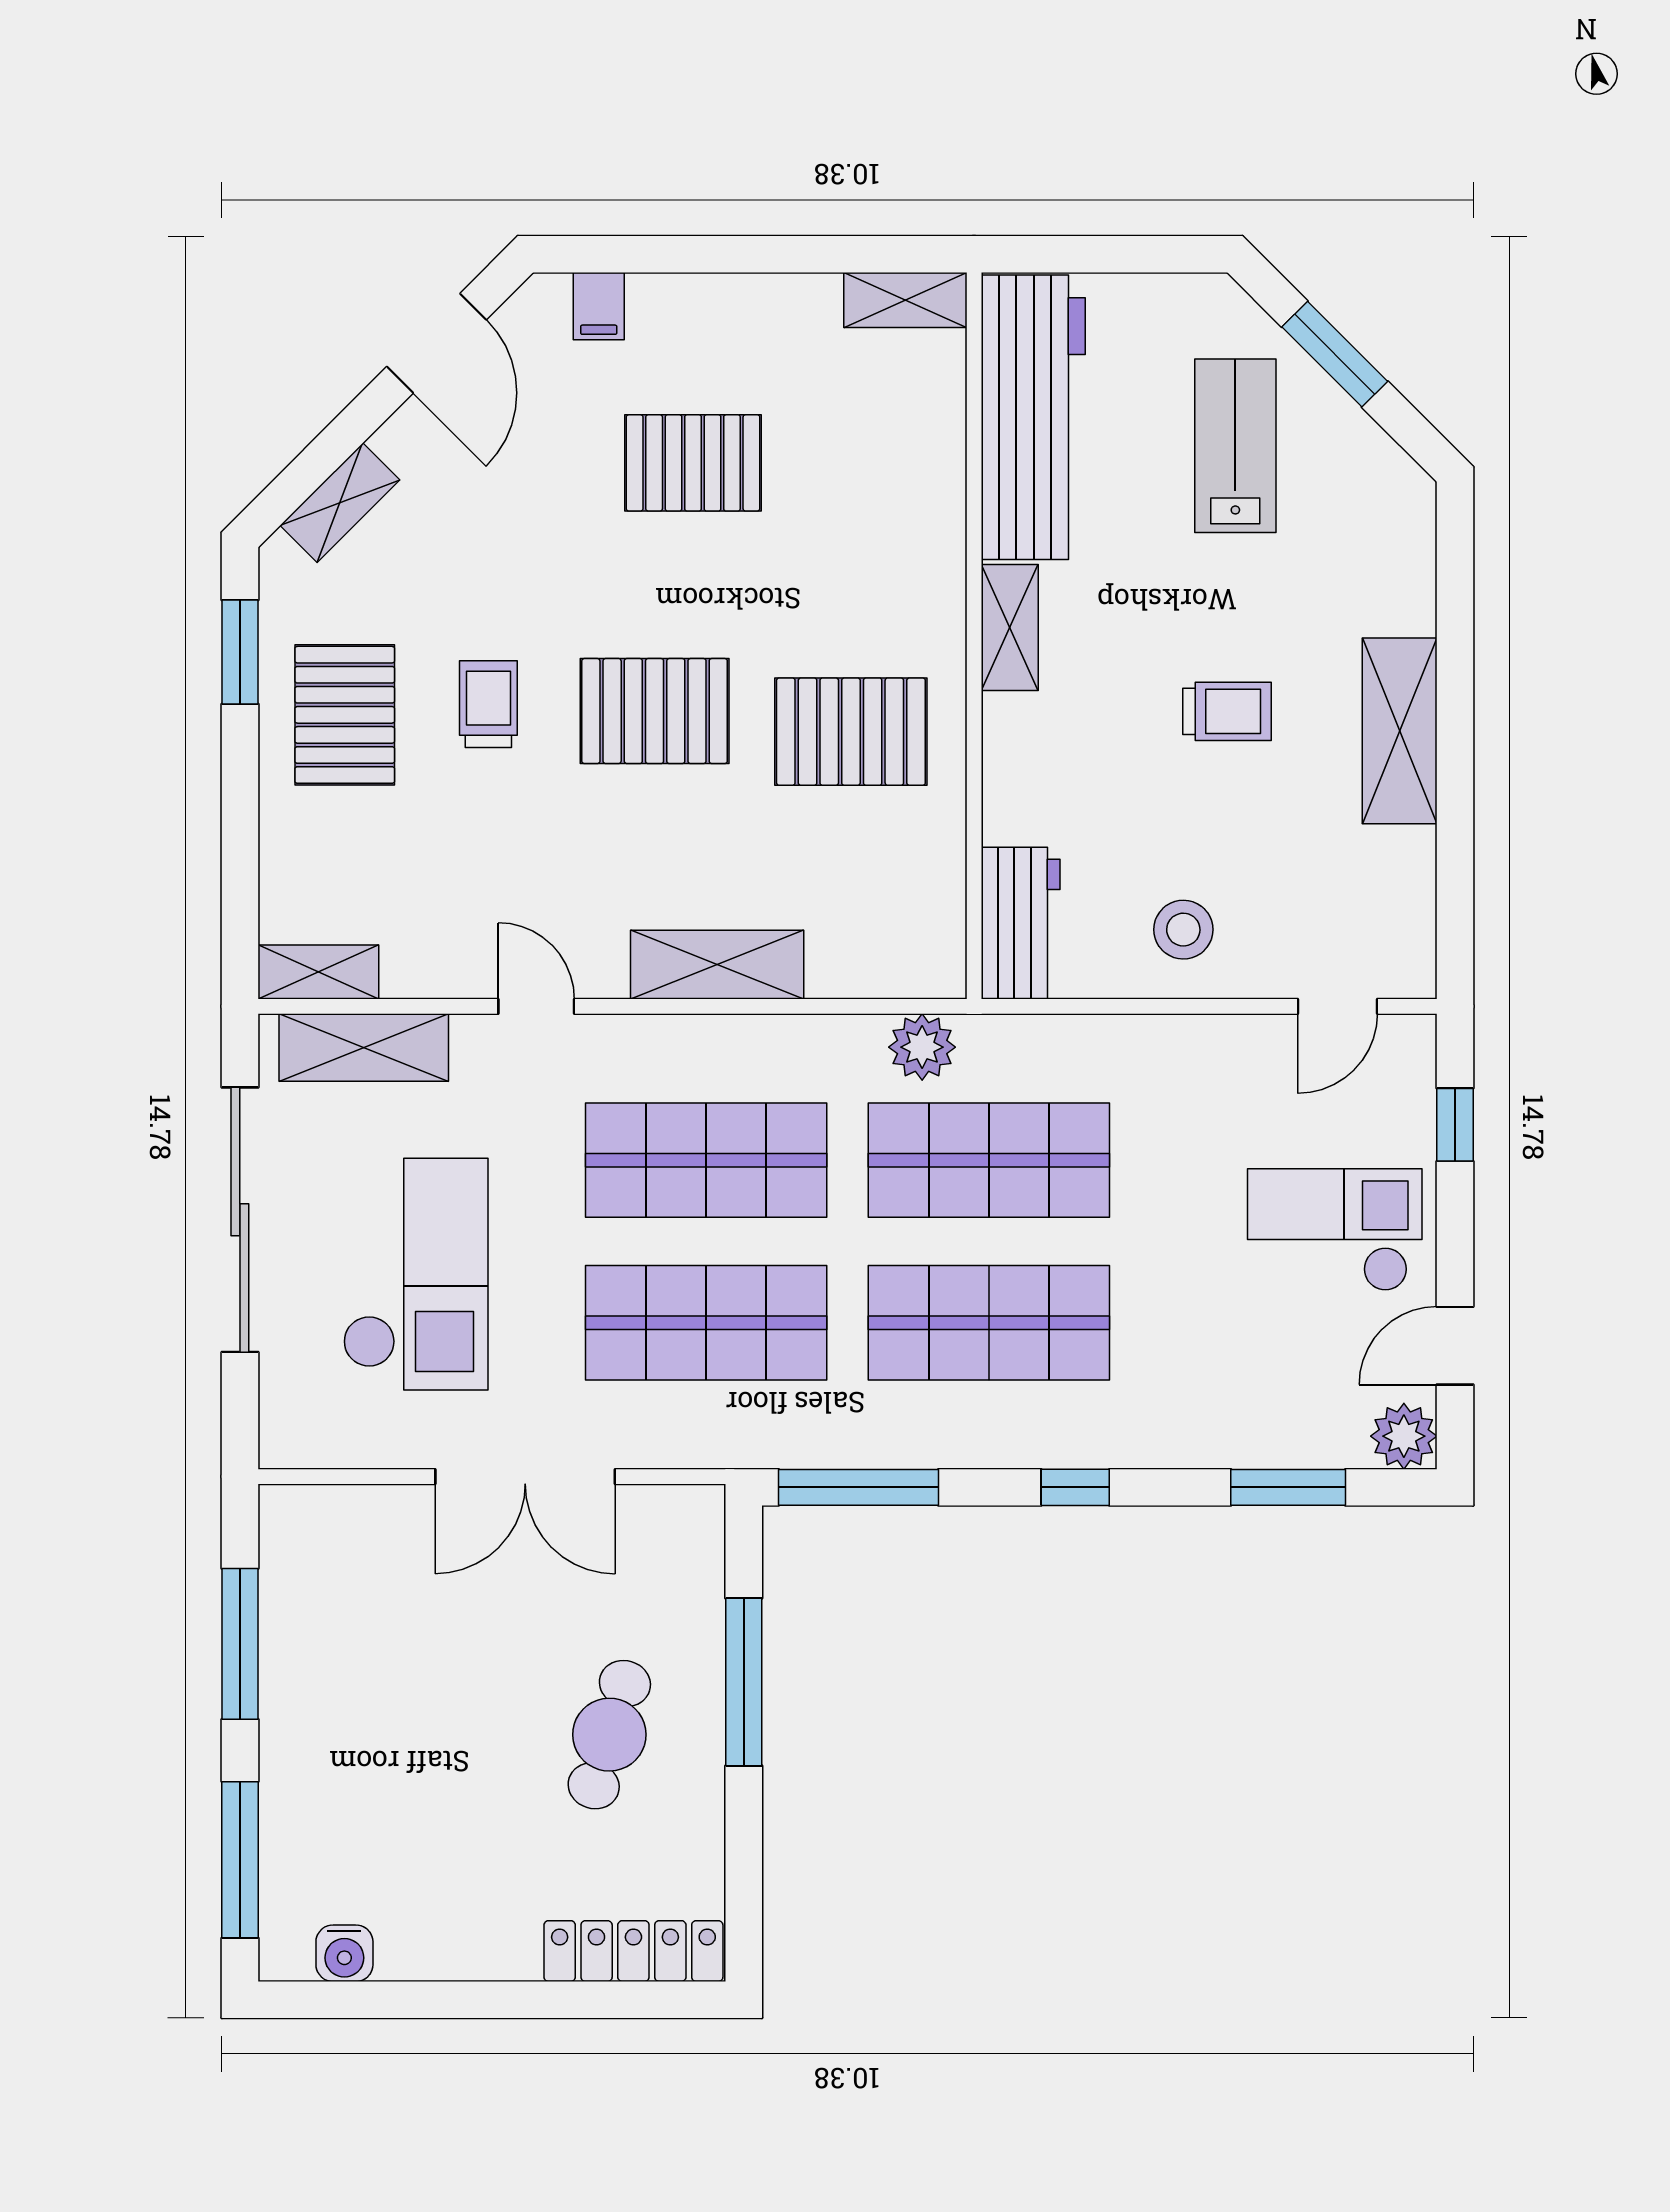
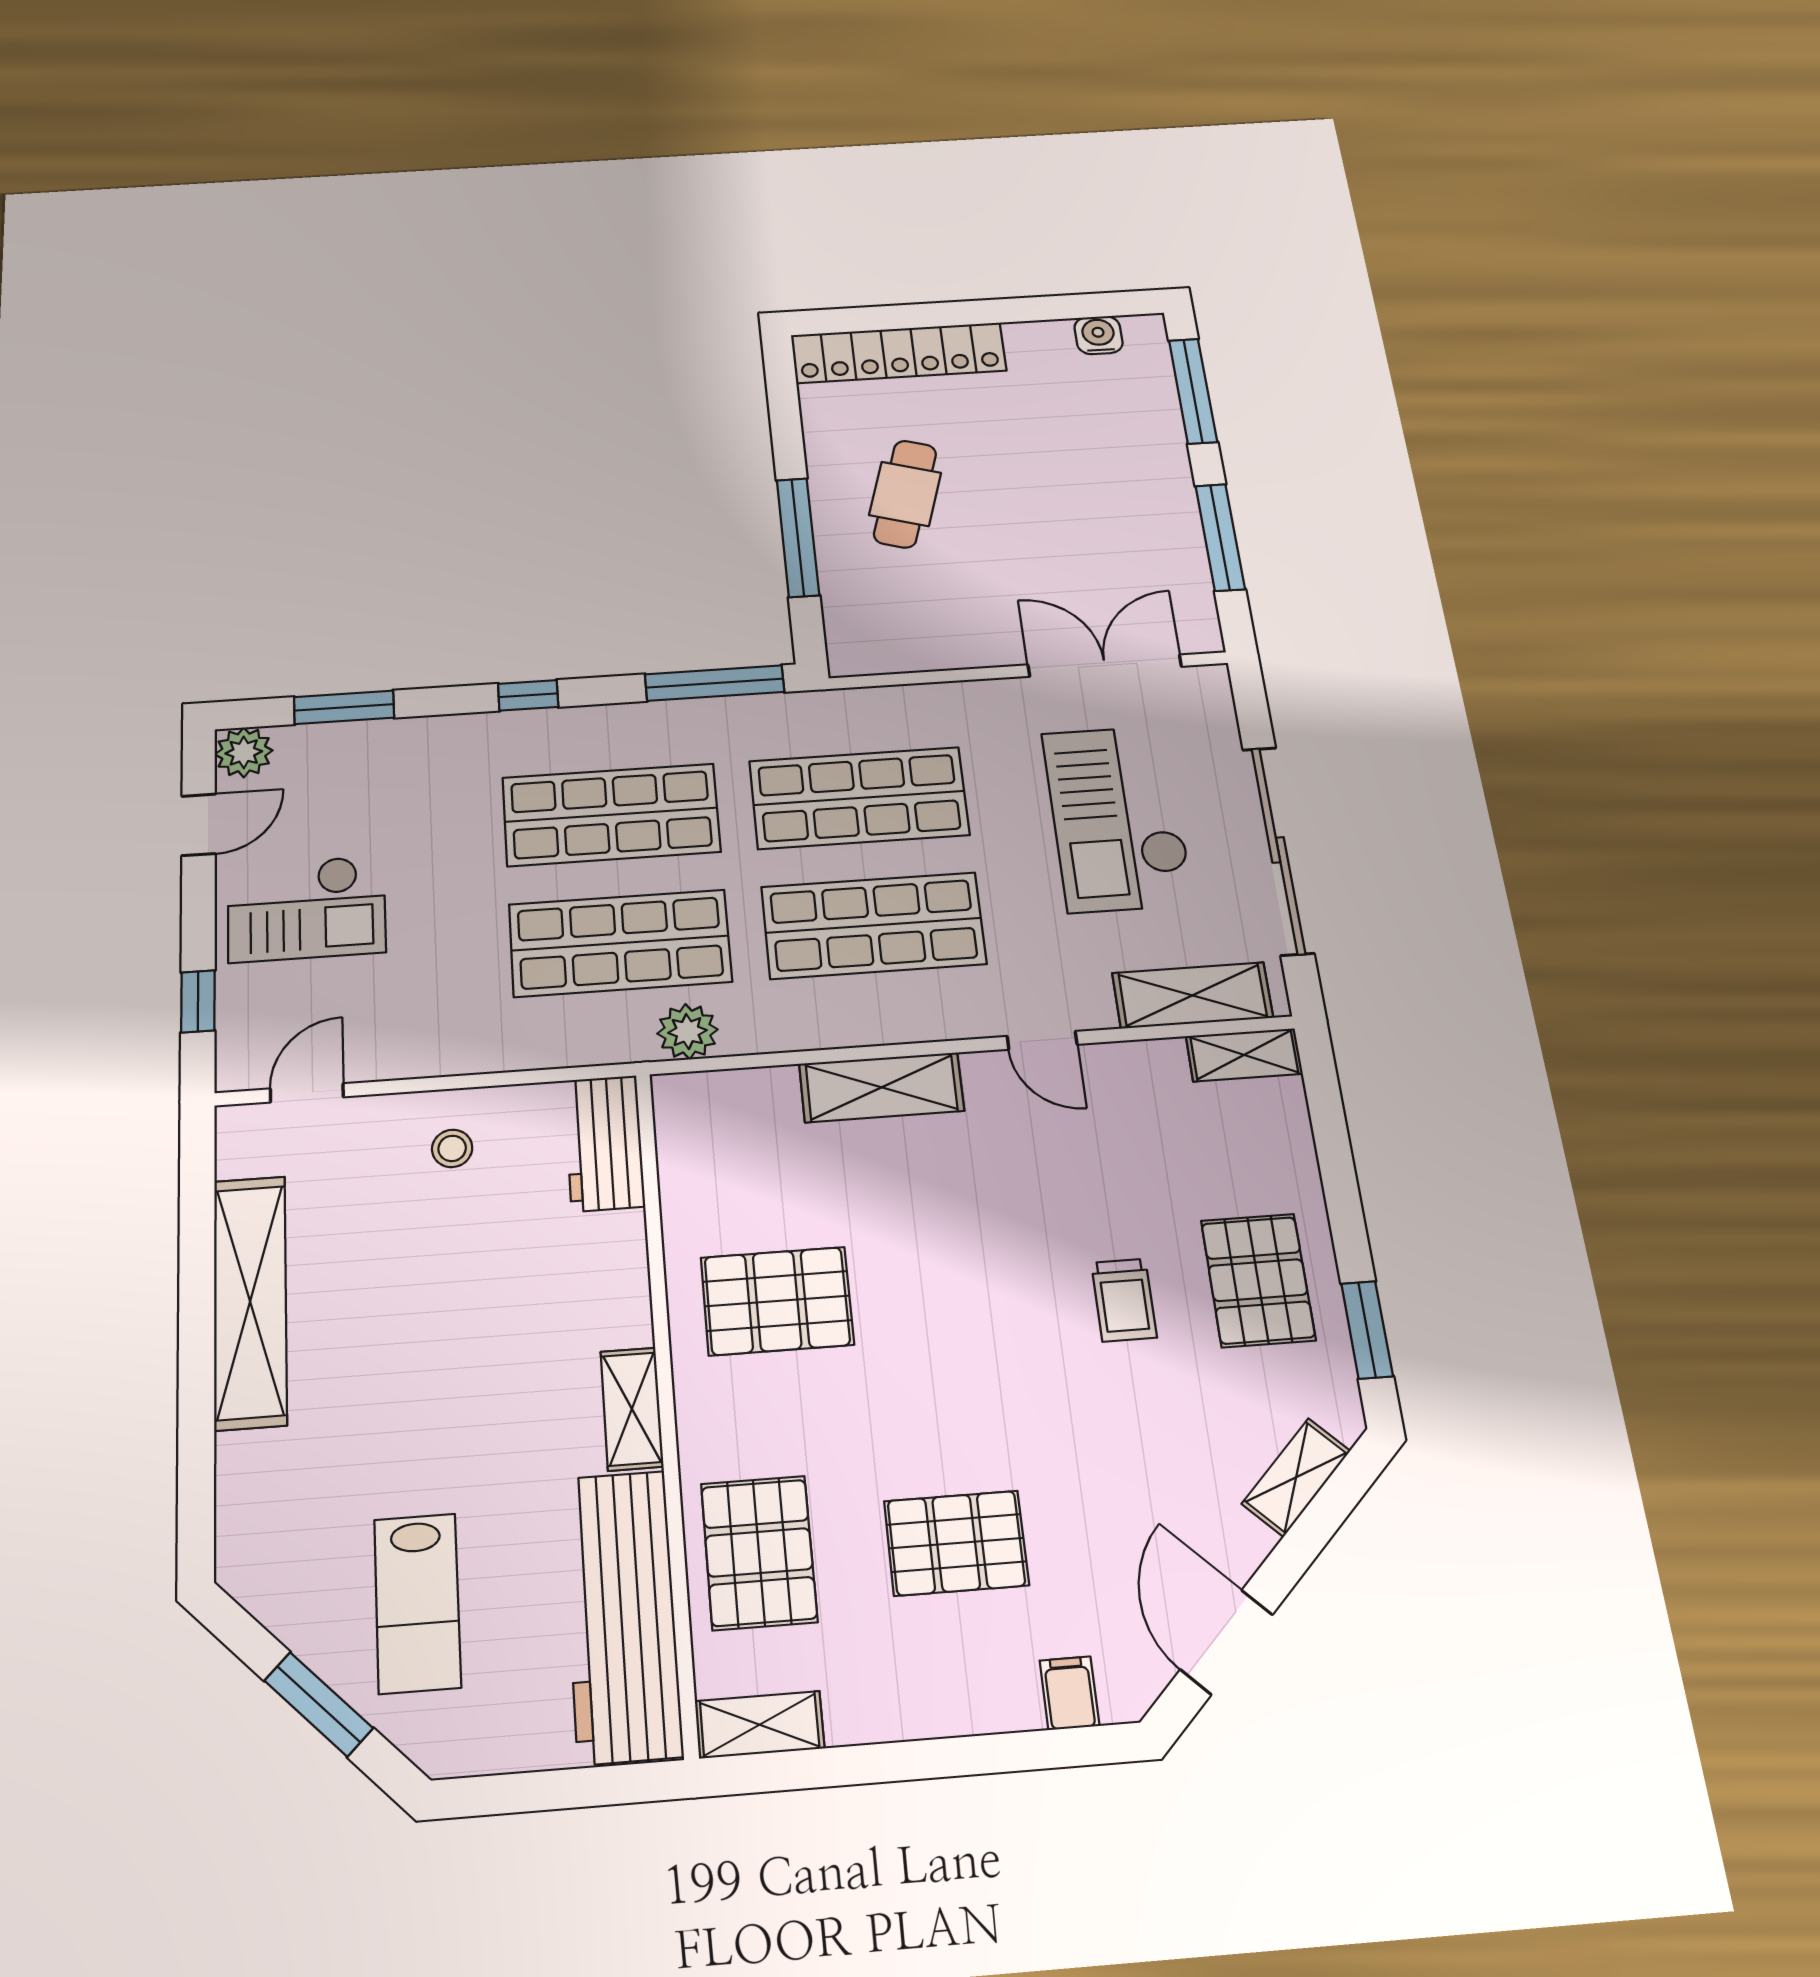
pallet: (655, 711) -> (759, 1552), moved, turned 90
trolley: (1227, 711) -> (418, 1347), removed
shelving: (1400, 731) -> (250, 1301), width x1.47
stool: (1183, 930) -> (452, 1148), width x0.73, depth x0.73
double door: (525, 1477) -> (1105, 666), moved
locker: (633, 1951) -> (898, 353), width x1.41, depth x1.21

